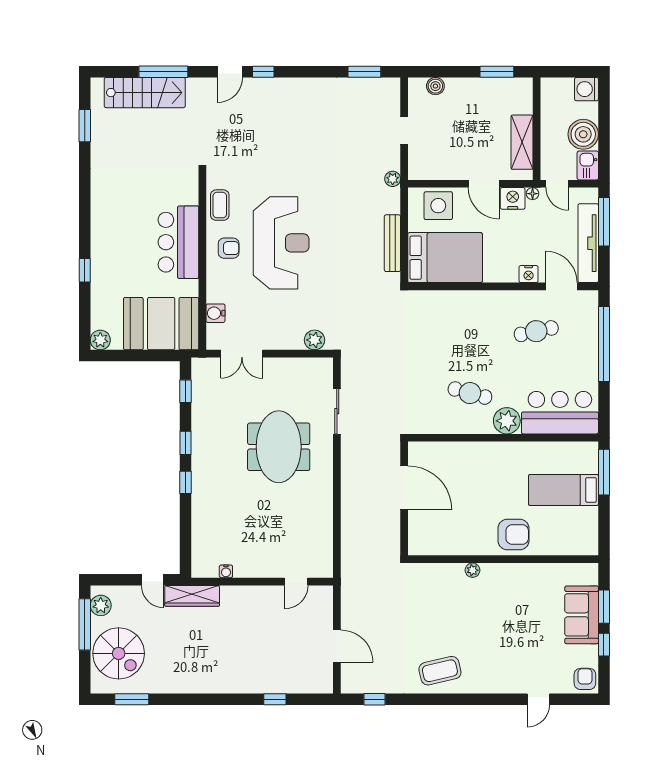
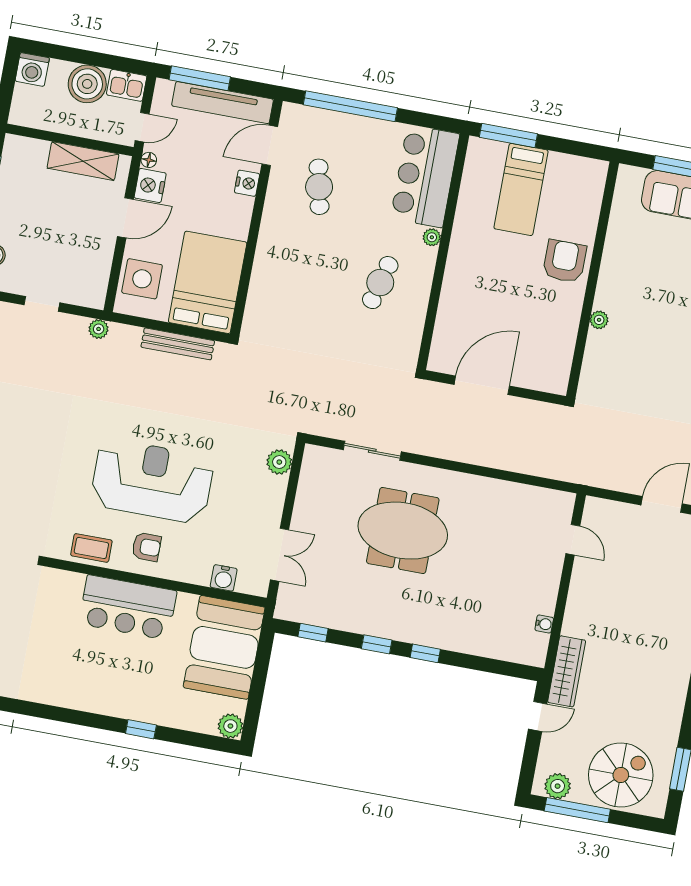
armchair: (229, 248) -> (146, 547), turned 90
plant: (507, 421) -> (432, 237), width x0.53, depth x0.53

